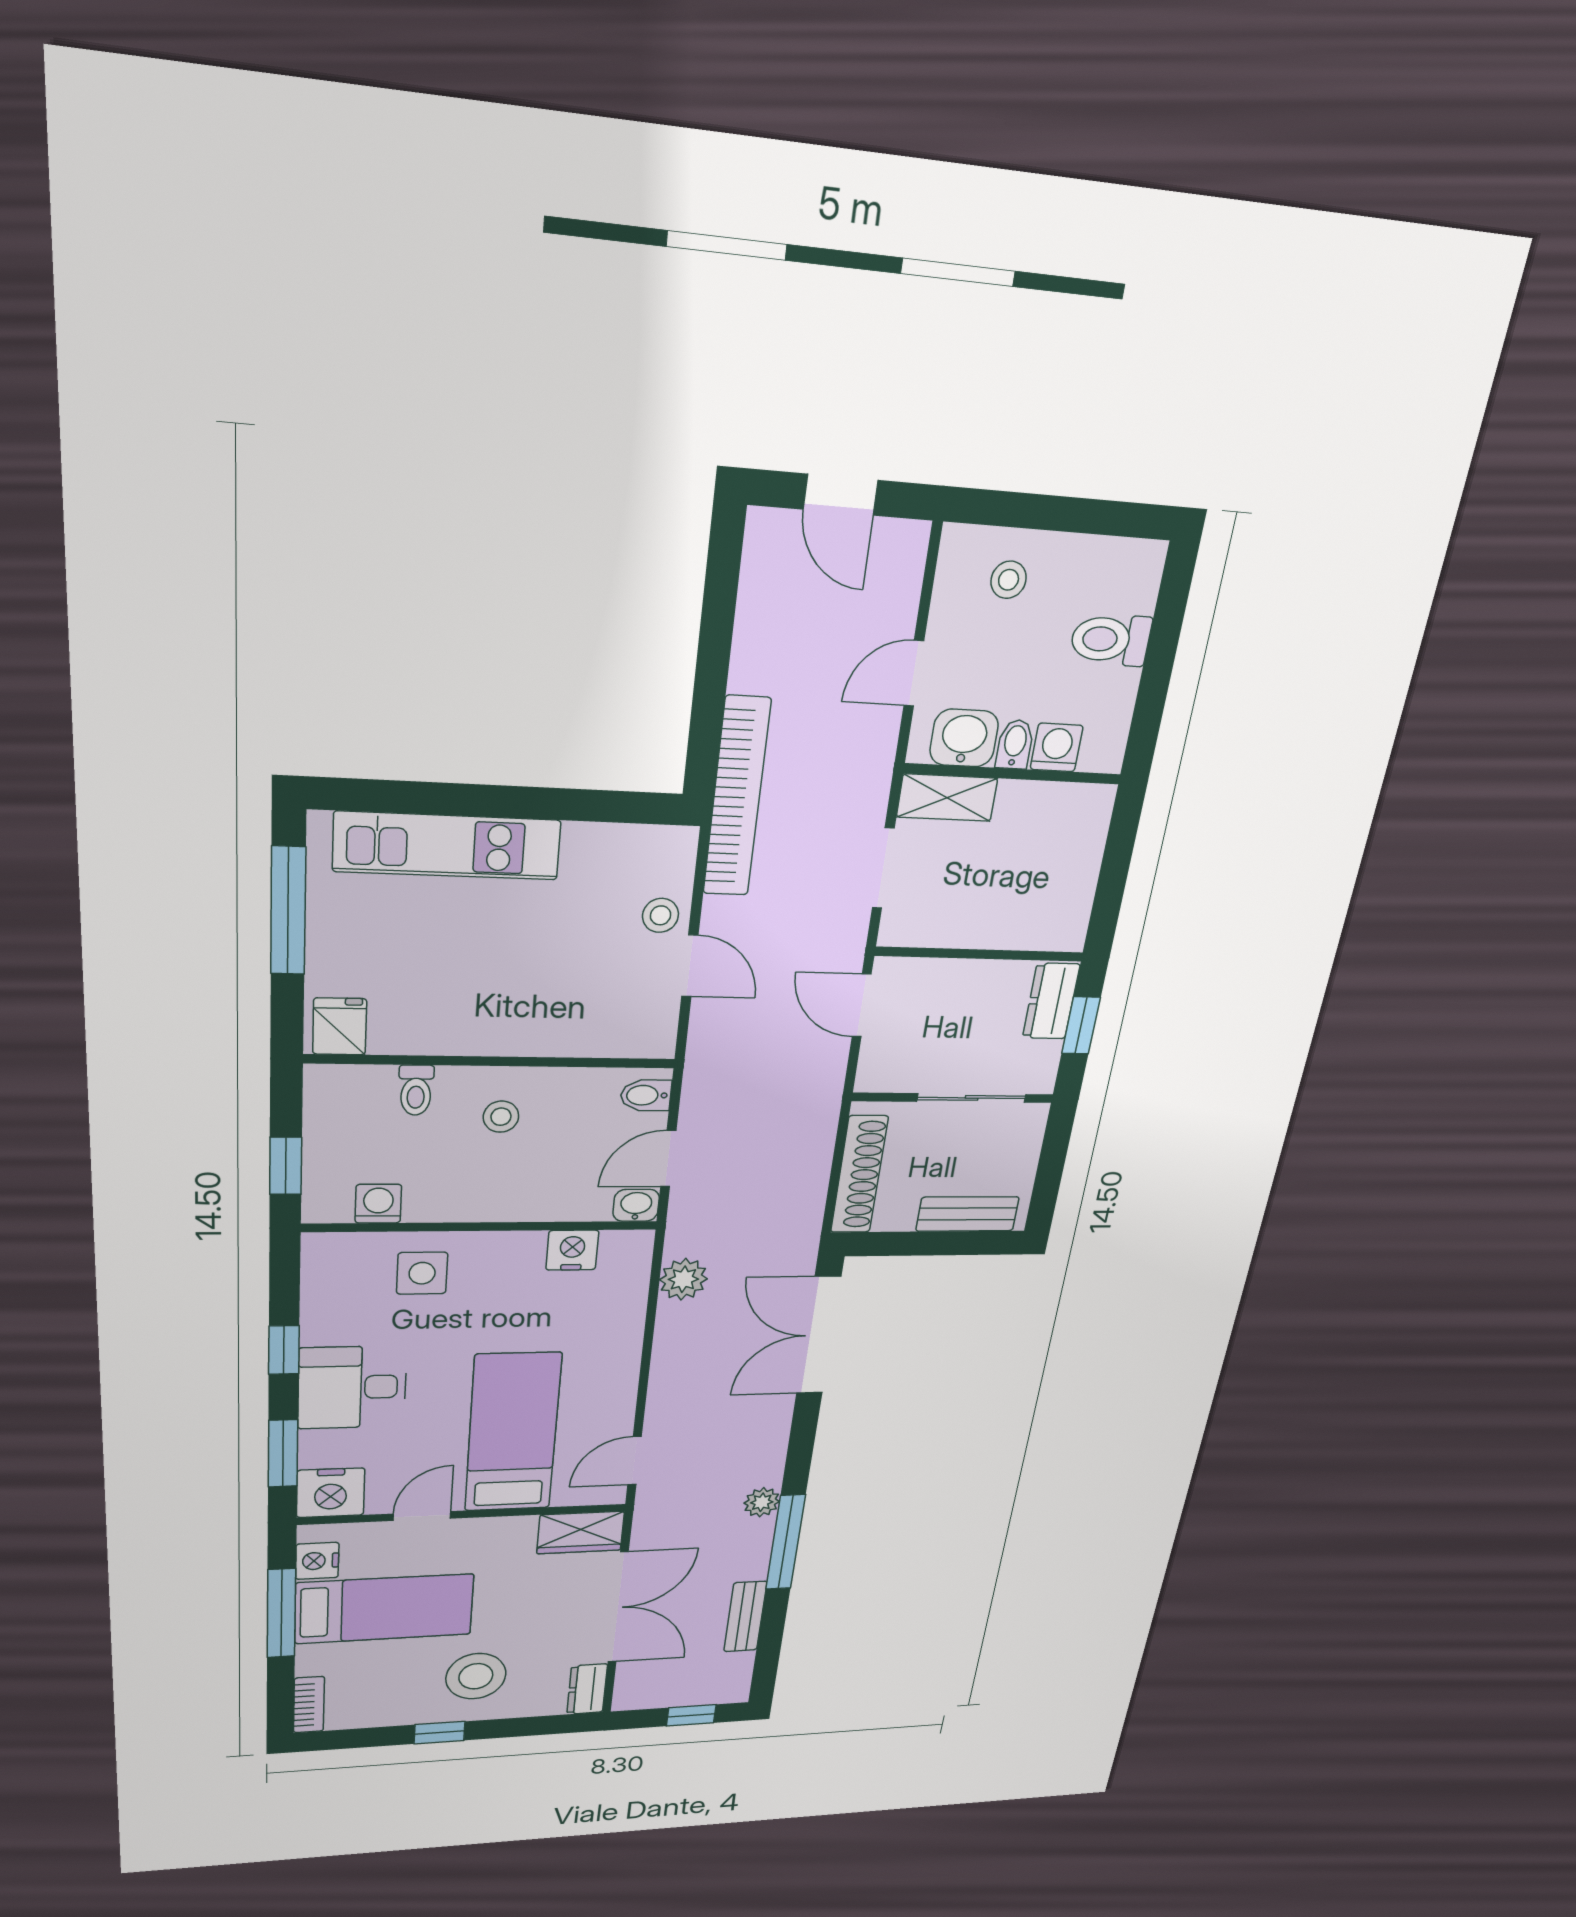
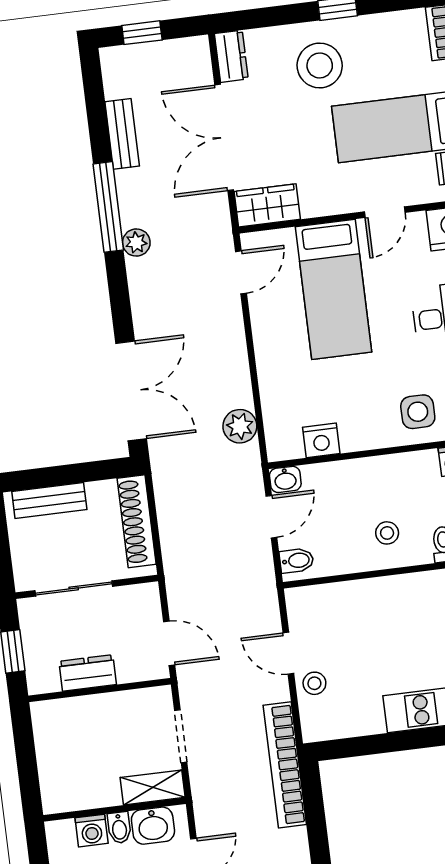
dresser: (1051, 1001) -> (88, 673), moved, turned -90

